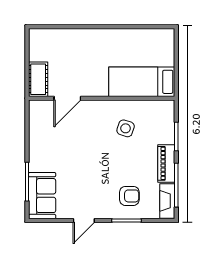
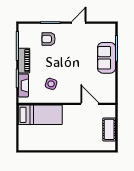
cot: (38, 79) -> (109, 129), moved
door: (67, 98) -> (90, 104), hinge flipped
sofa: (42, 196) -> (107, 58), moved
fireplace: (167, 201) -> (23, 85), moved

